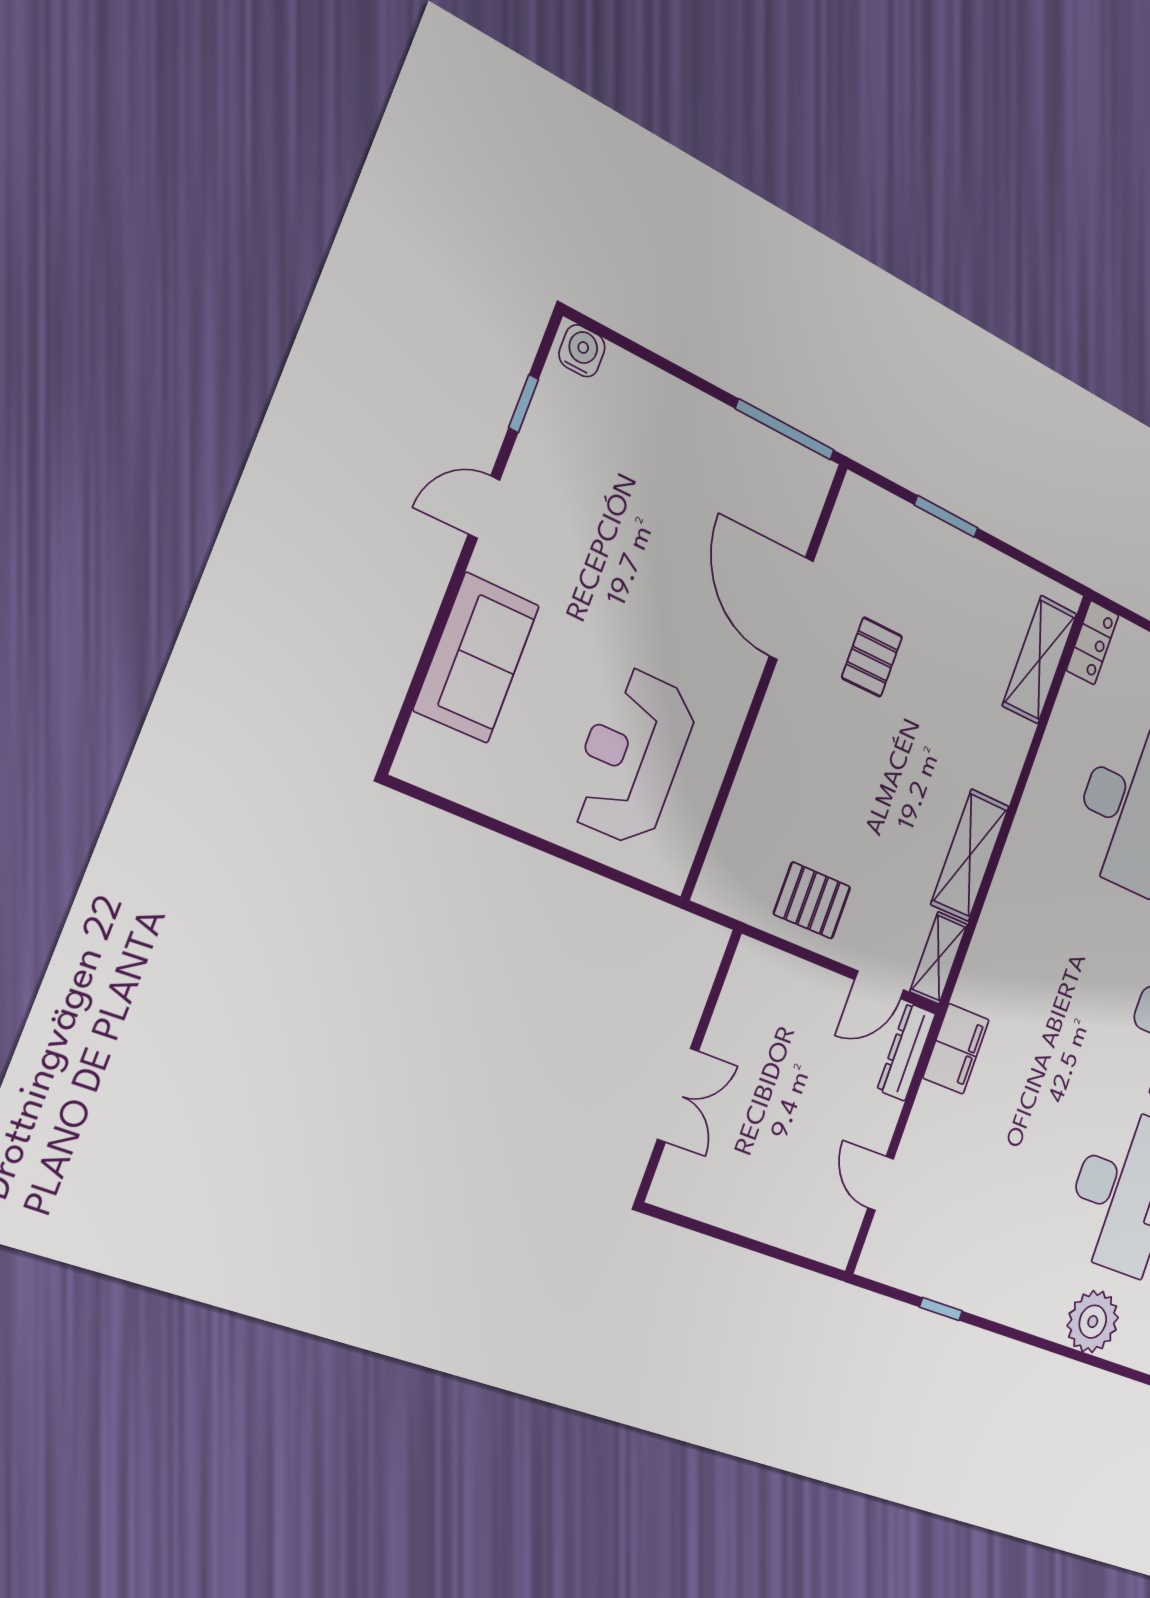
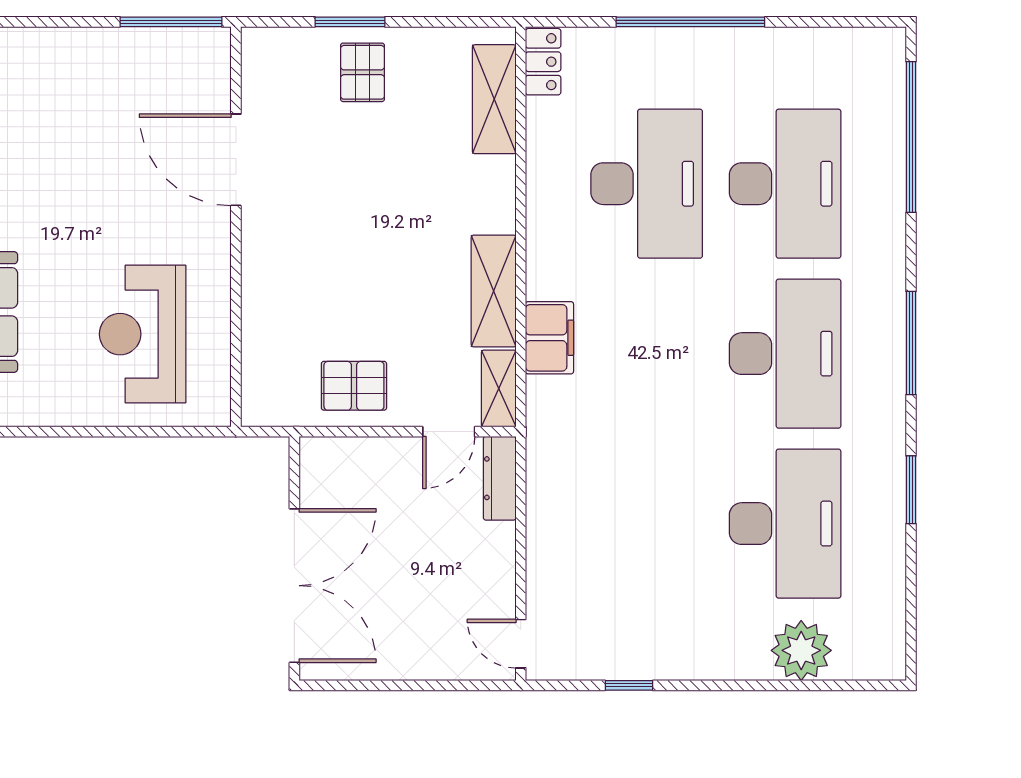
pallet: (872, 657) -> (363, 72), moved
filing cabinet: (956, 1049) -> (549, 338), moved
double door: (678, 1095) -> (294, 586), width x1.87
door: (881, 1183) -> (521, 644), moved

